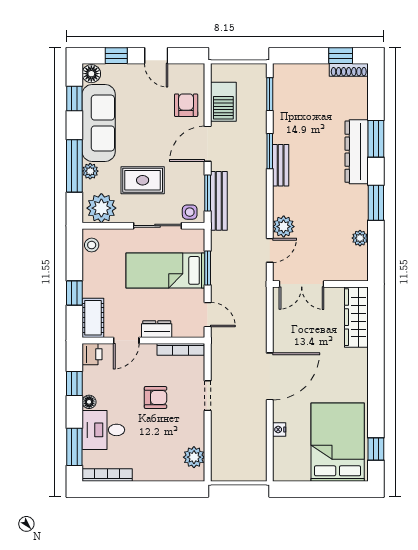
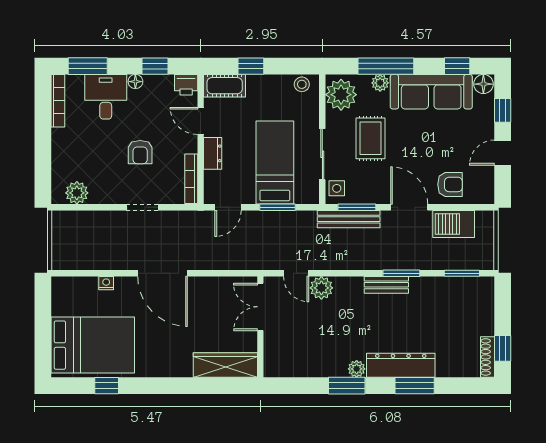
plant: (360, 238) -> (357, 369), moved
window: (376, 449) -> (107, 386), moved

